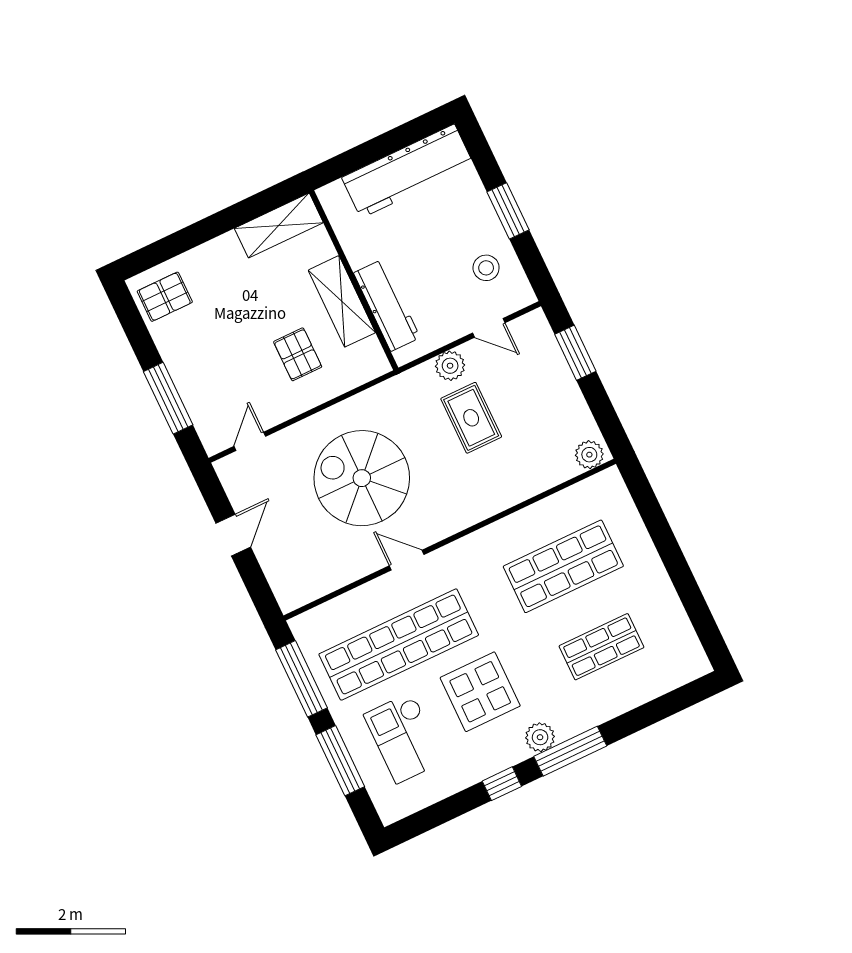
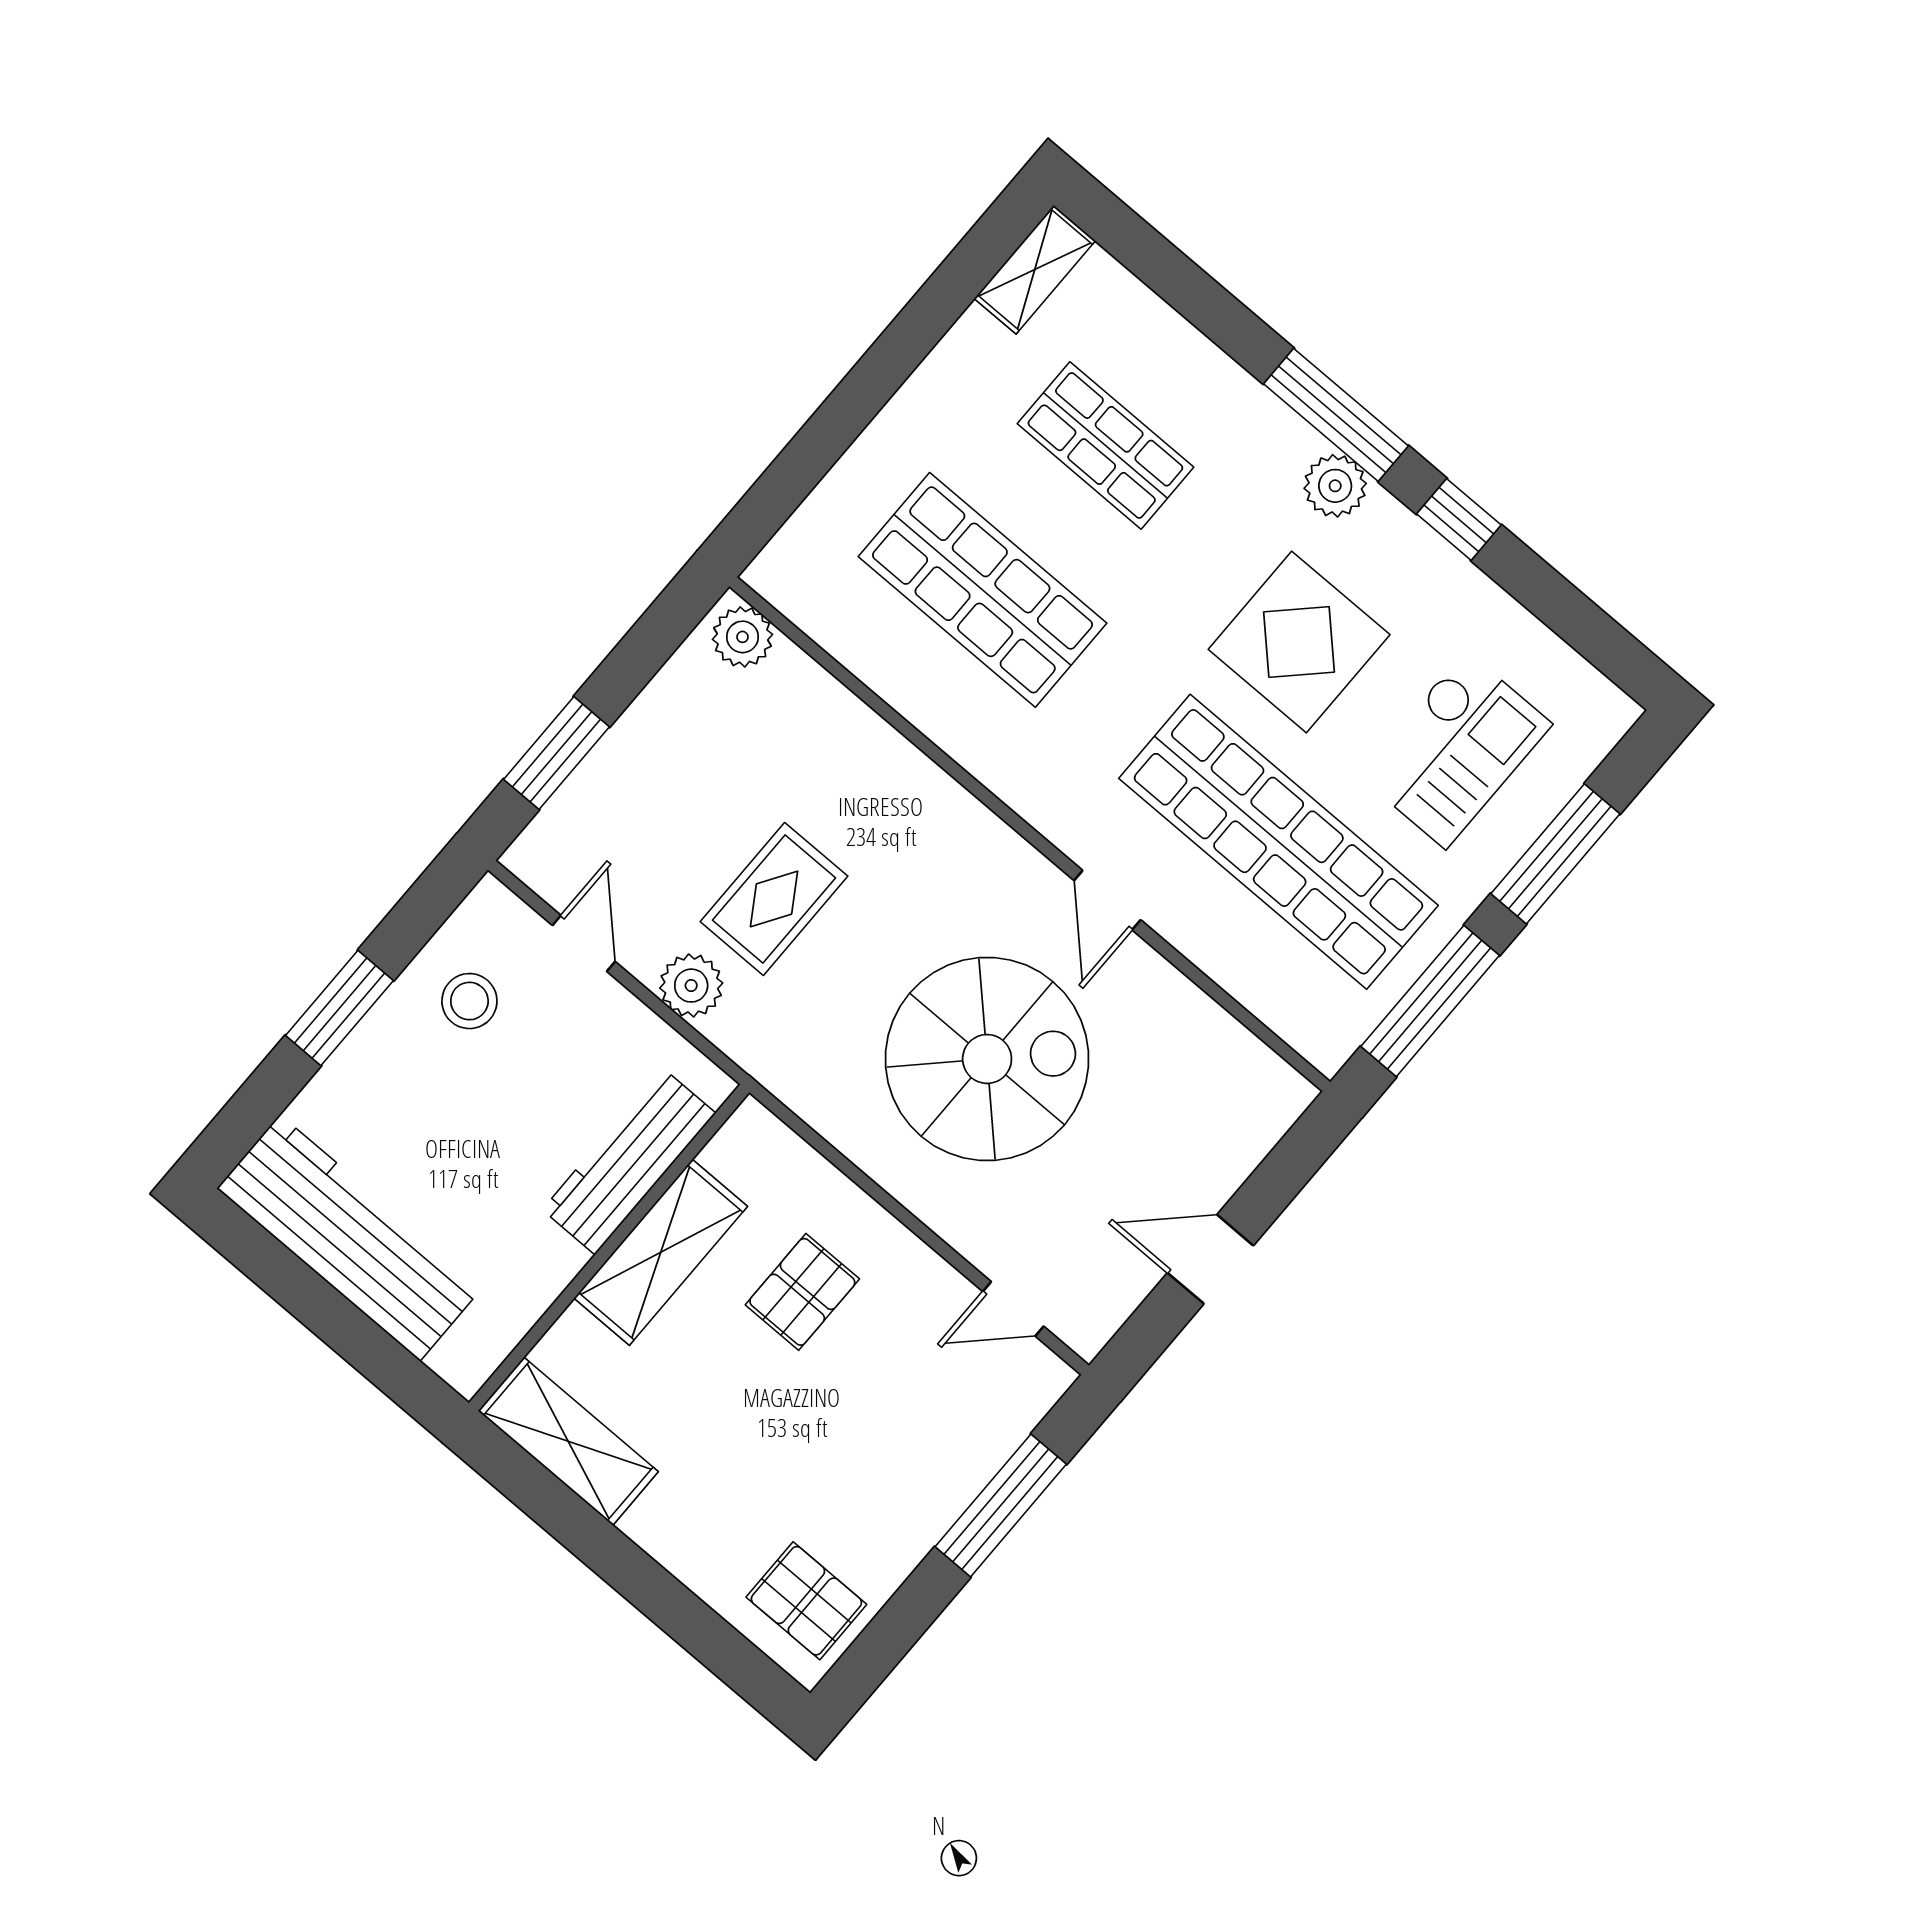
spiral stairs: (362, 478) -> (987, 1059), turned -90
shelving: (690, 650) -> (1035, 270), added

